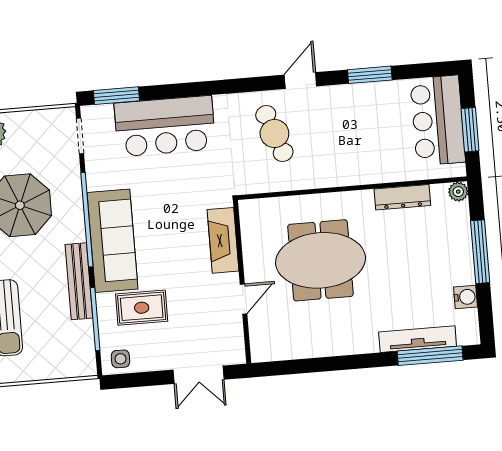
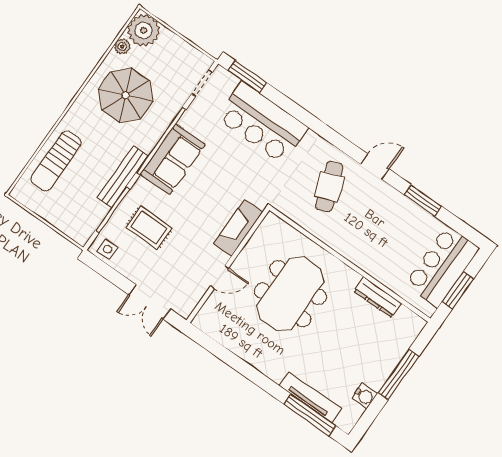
plant: (458, 192) -> (417, 324), removed
sofa: (112, 241) -> (173, 159), width x0.73
meeting table: (320, 260) -> (290, 294), turned 90

